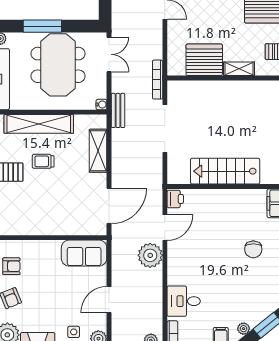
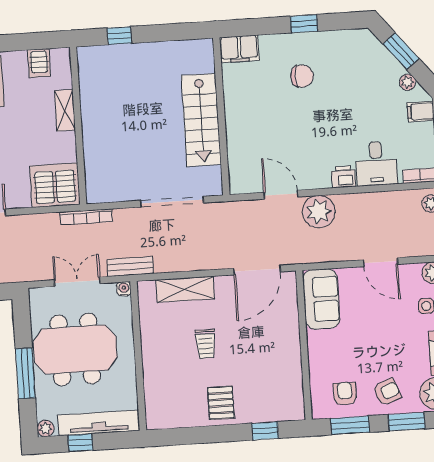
double door: (109, 54) -> (77, 282), moved
server rack: (204, 60) -> (55, 185), moved, turned 90
shelving: (39, 124) -> (155, 370), removed
doorway: (165, 129) -> (172, 202), moved
trolley: (43, 161) -> (206, 344), moved
printer: (175, 199) -> (344, 177), moved
door: (109, 206) -> (257, 270), swing flipped

